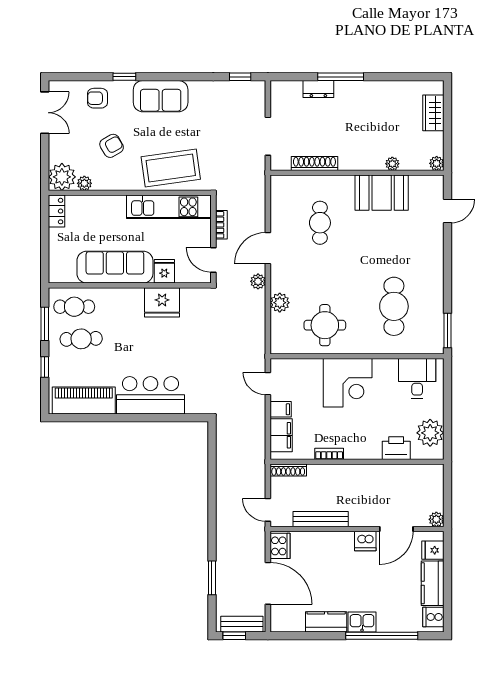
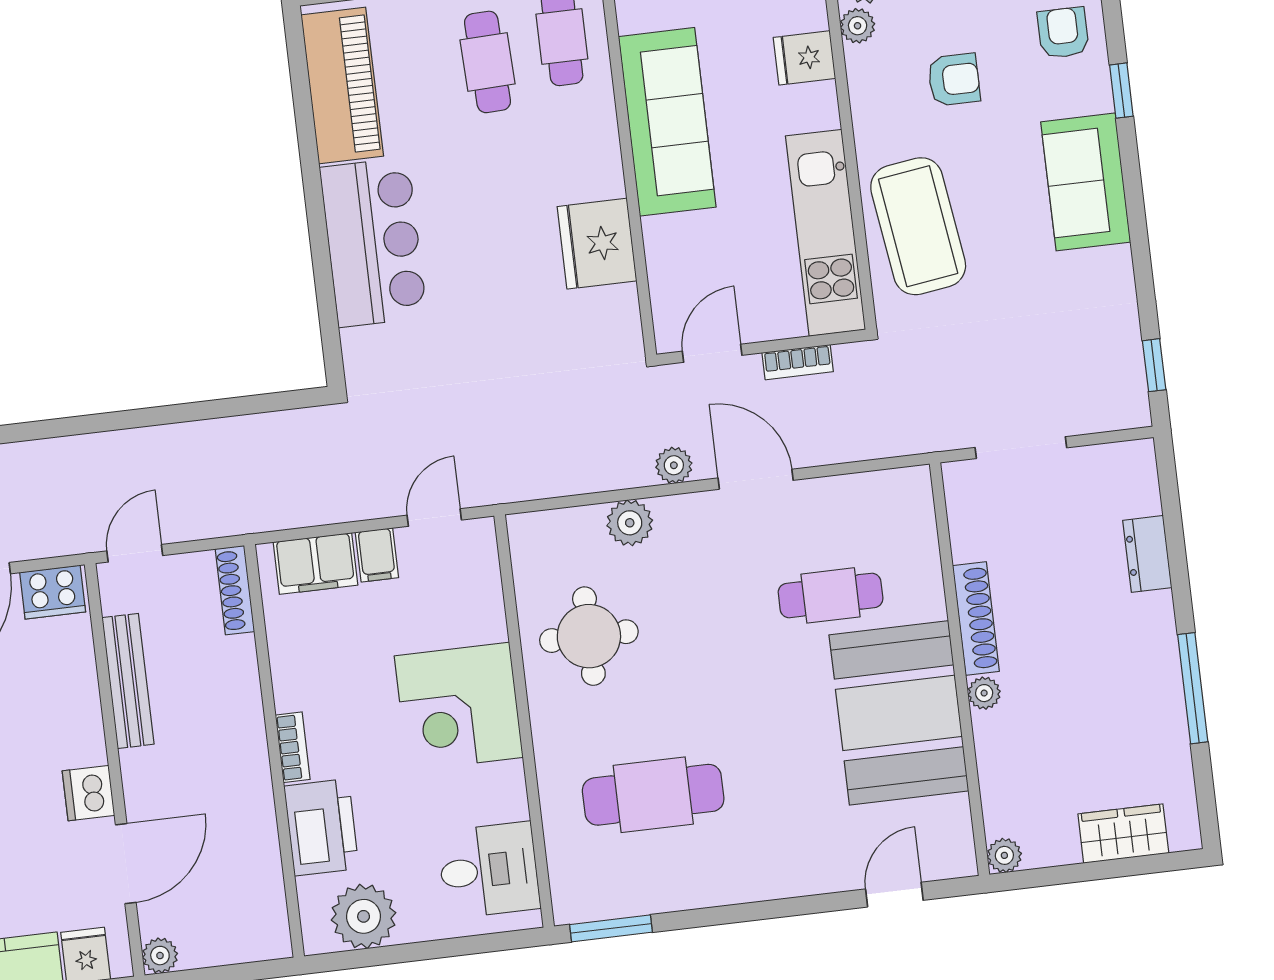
window: (341, 77) -> (1193, 688), moved
armchair: (112, 146) -> (954, 80), turned -60
shoe rack: (314, 163) -> (976, 618), moved
plant: (392, 164) -> (984, 693), moved
booth: (382, 193) -> (899, 713), width x1.36, depth x1.42
door: (447, 211) -> (894, 895), swing flipped
fridge: (164, 271) -> (804, 58), moved, turned 180
printer: (396, 448) -> (321, 827), width x1.37, depth x1.19
bookcase: (329, 454) -> (293, 747), moved
door: (396, 529) -> (126, 864), swing flipped

